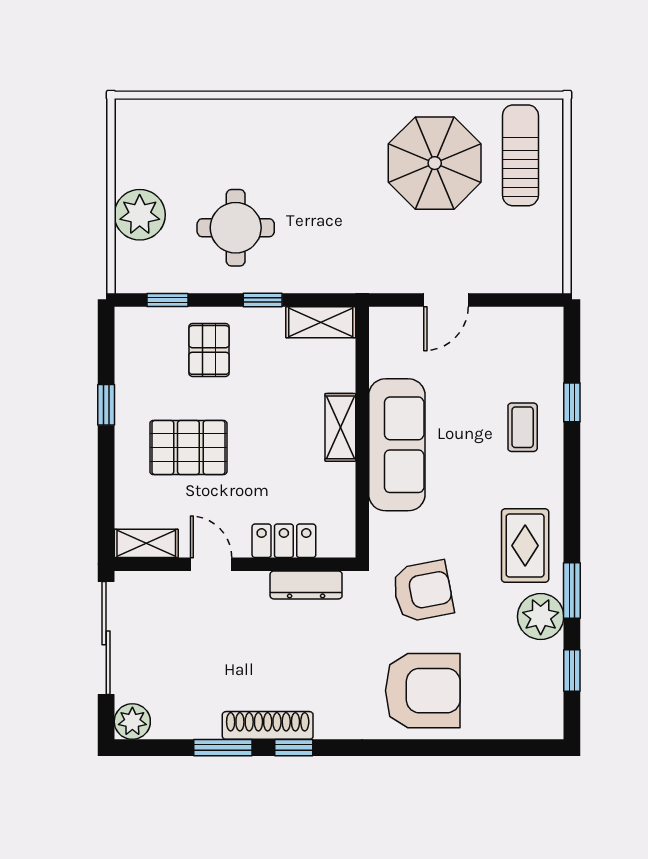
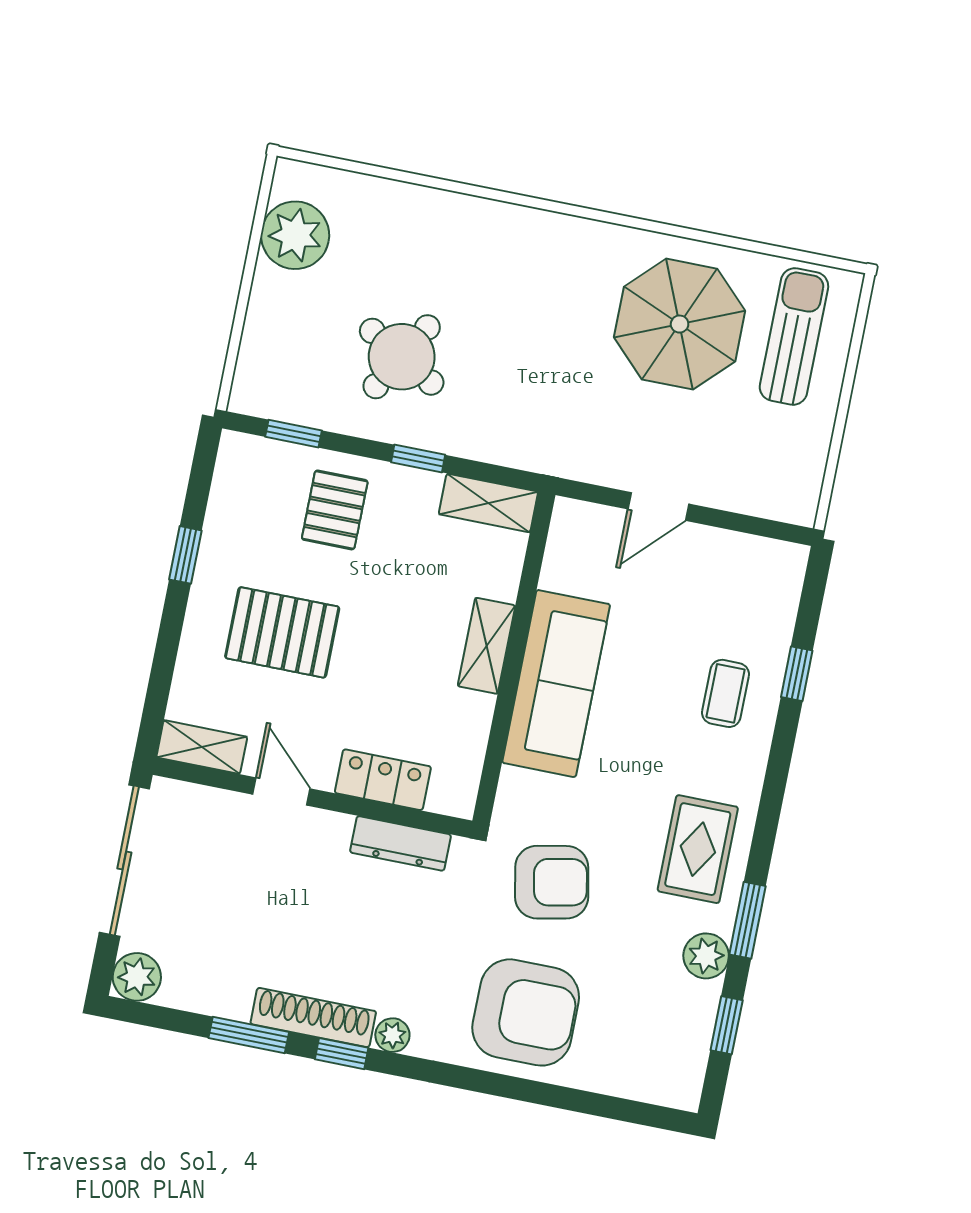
plant: (140, 215) -> (295, 235), moved
round table: (236, 228) -> (402, 357), turned 30
plant: (541, 617) -> (706, 956), width x0.73, depth x0.73
plant: (328, 727) -> (392, 1035), added

